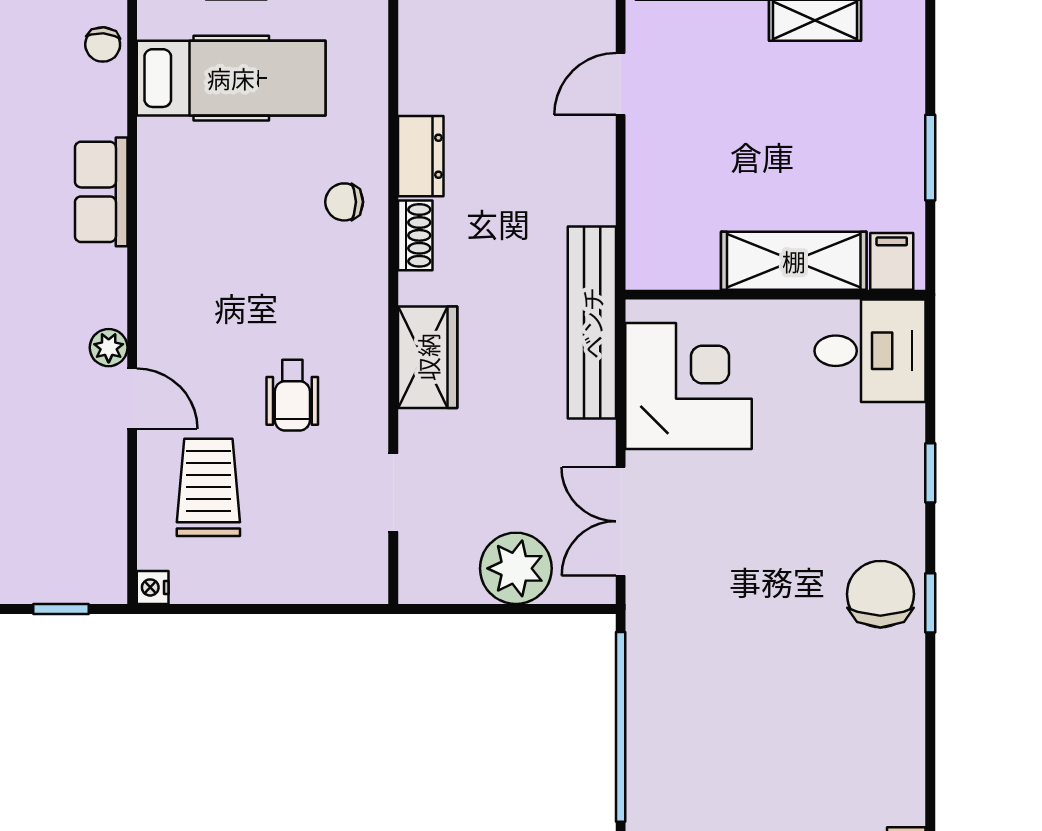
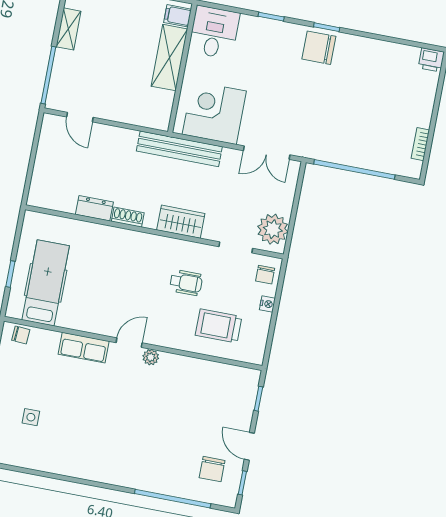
chair: (344, 202) -> (265, 275), moved
door: (132, 399) -> (129, 343), moved
plant: (516, 568) -> (273, 229), moved
nightstand: (153, 587) -> (267, 304), moved, turned -90

